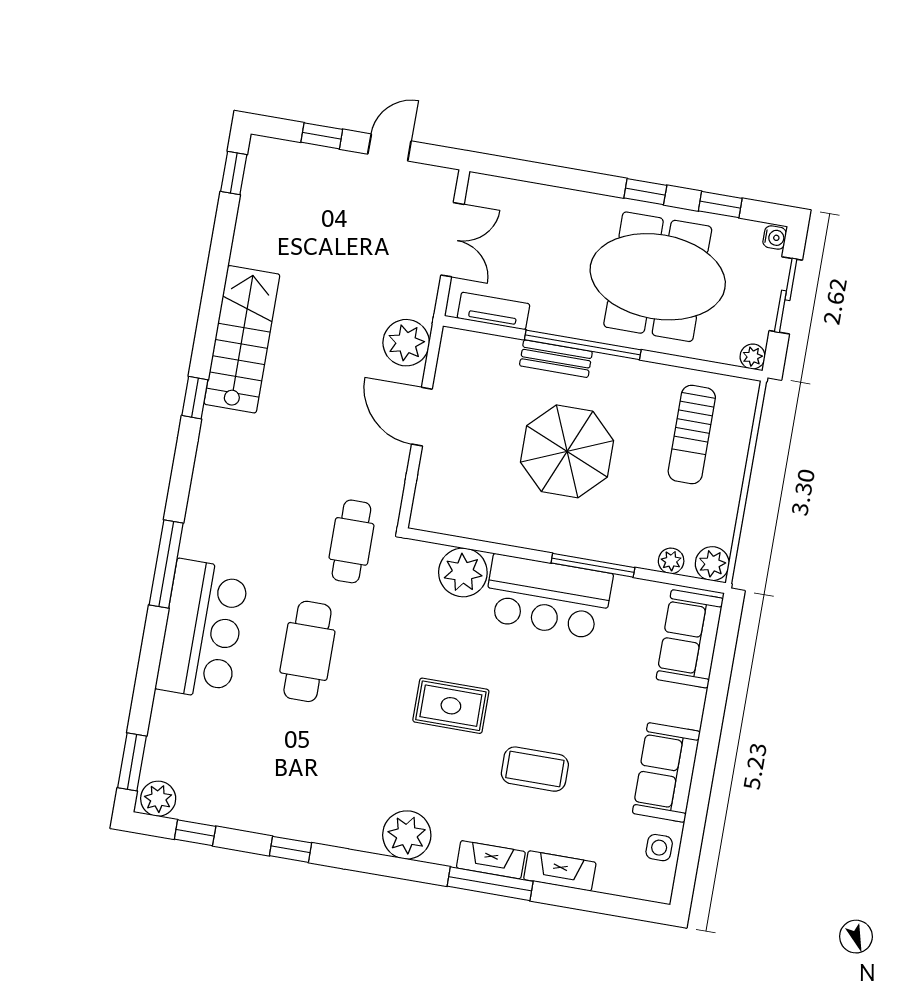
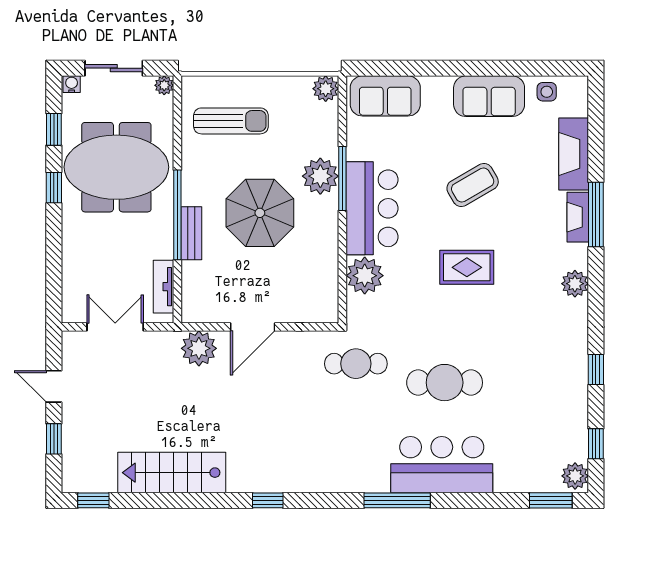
meeting table: (658, 277) -> (116, 167), turned 90
stairs: (242, 339) -> (172, 473), moved
plant: (671, 561) -> (320, 176), moved, width x1.88, depth x1.88
rug: (451, 706) -> (467, 267), turned 90
coffee table: (535, 769) -> (473, 185), moved, turned 60
plant: (407, 835) -> (575, 284), width x0.73, depth x0.73
fireplace: (560, 871) -> (574, 154), width x1.37, depth x1.32

